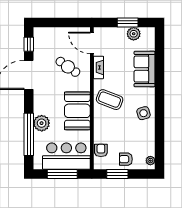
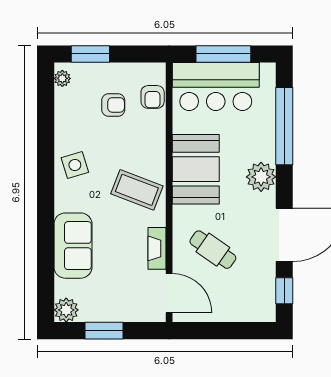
plant: (134, 34) -> (66, 310), moved
plant: (42, 123) -> (261, 177), moved
armchair: (126, 159) -> (113, 105), moved
window: (117, 174) -> (90, 54), moved

